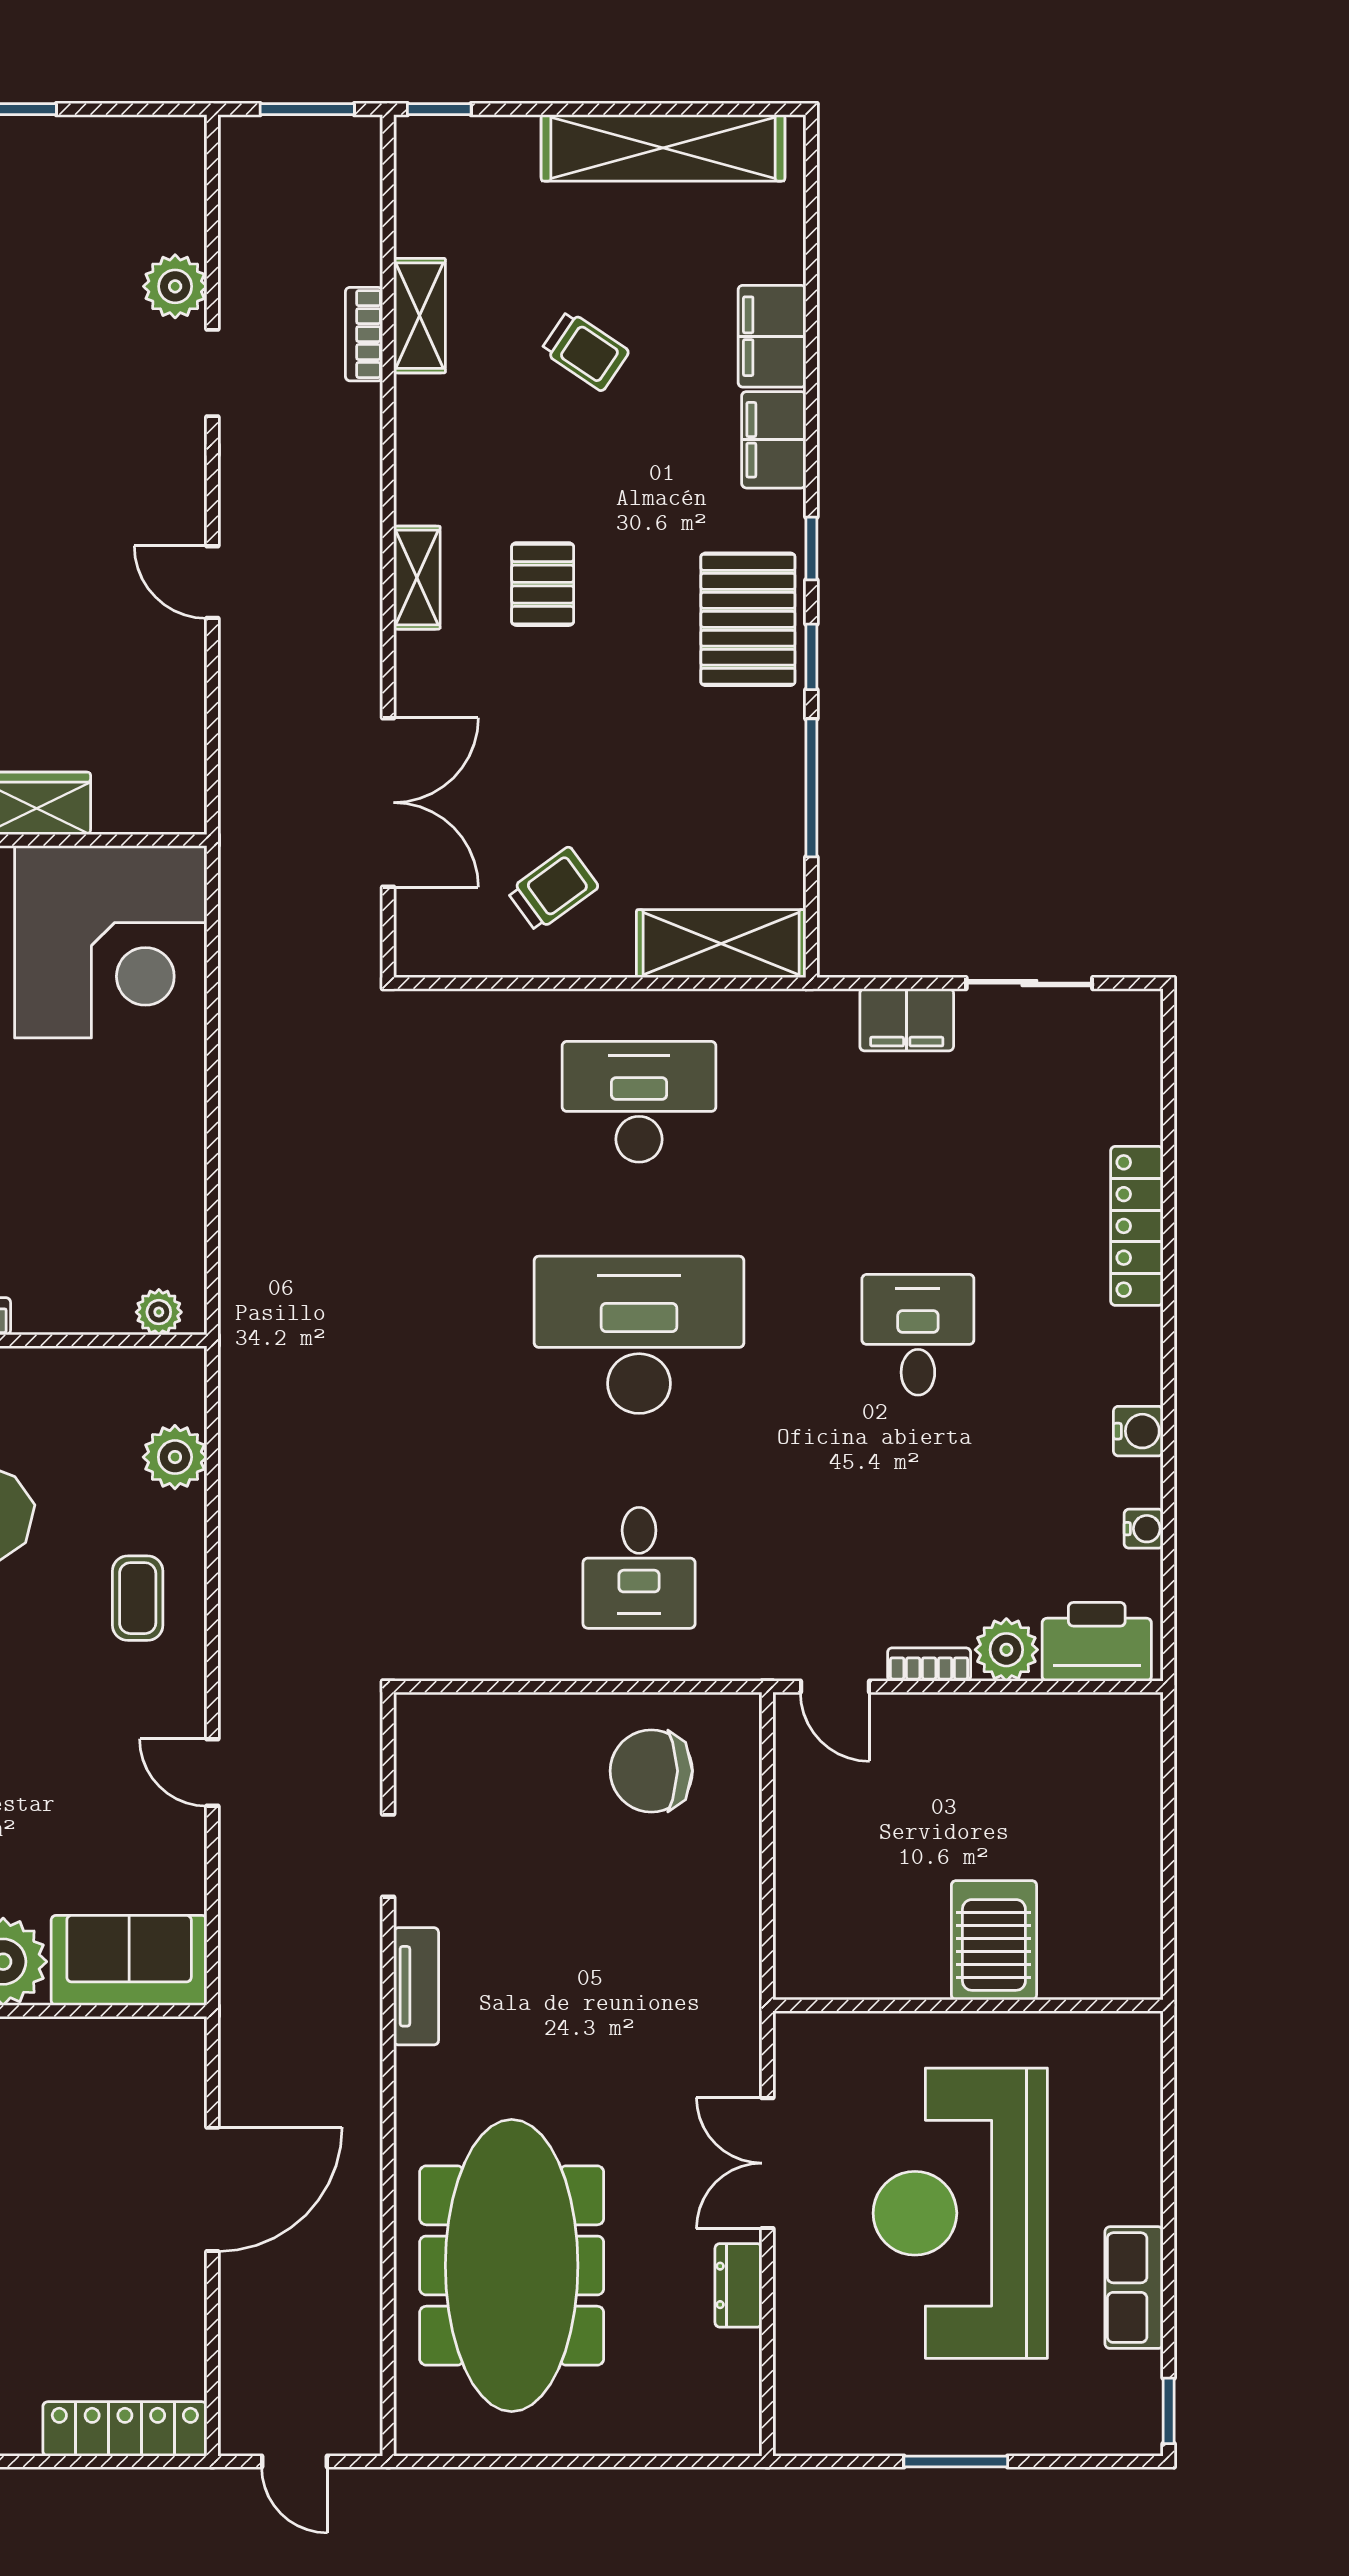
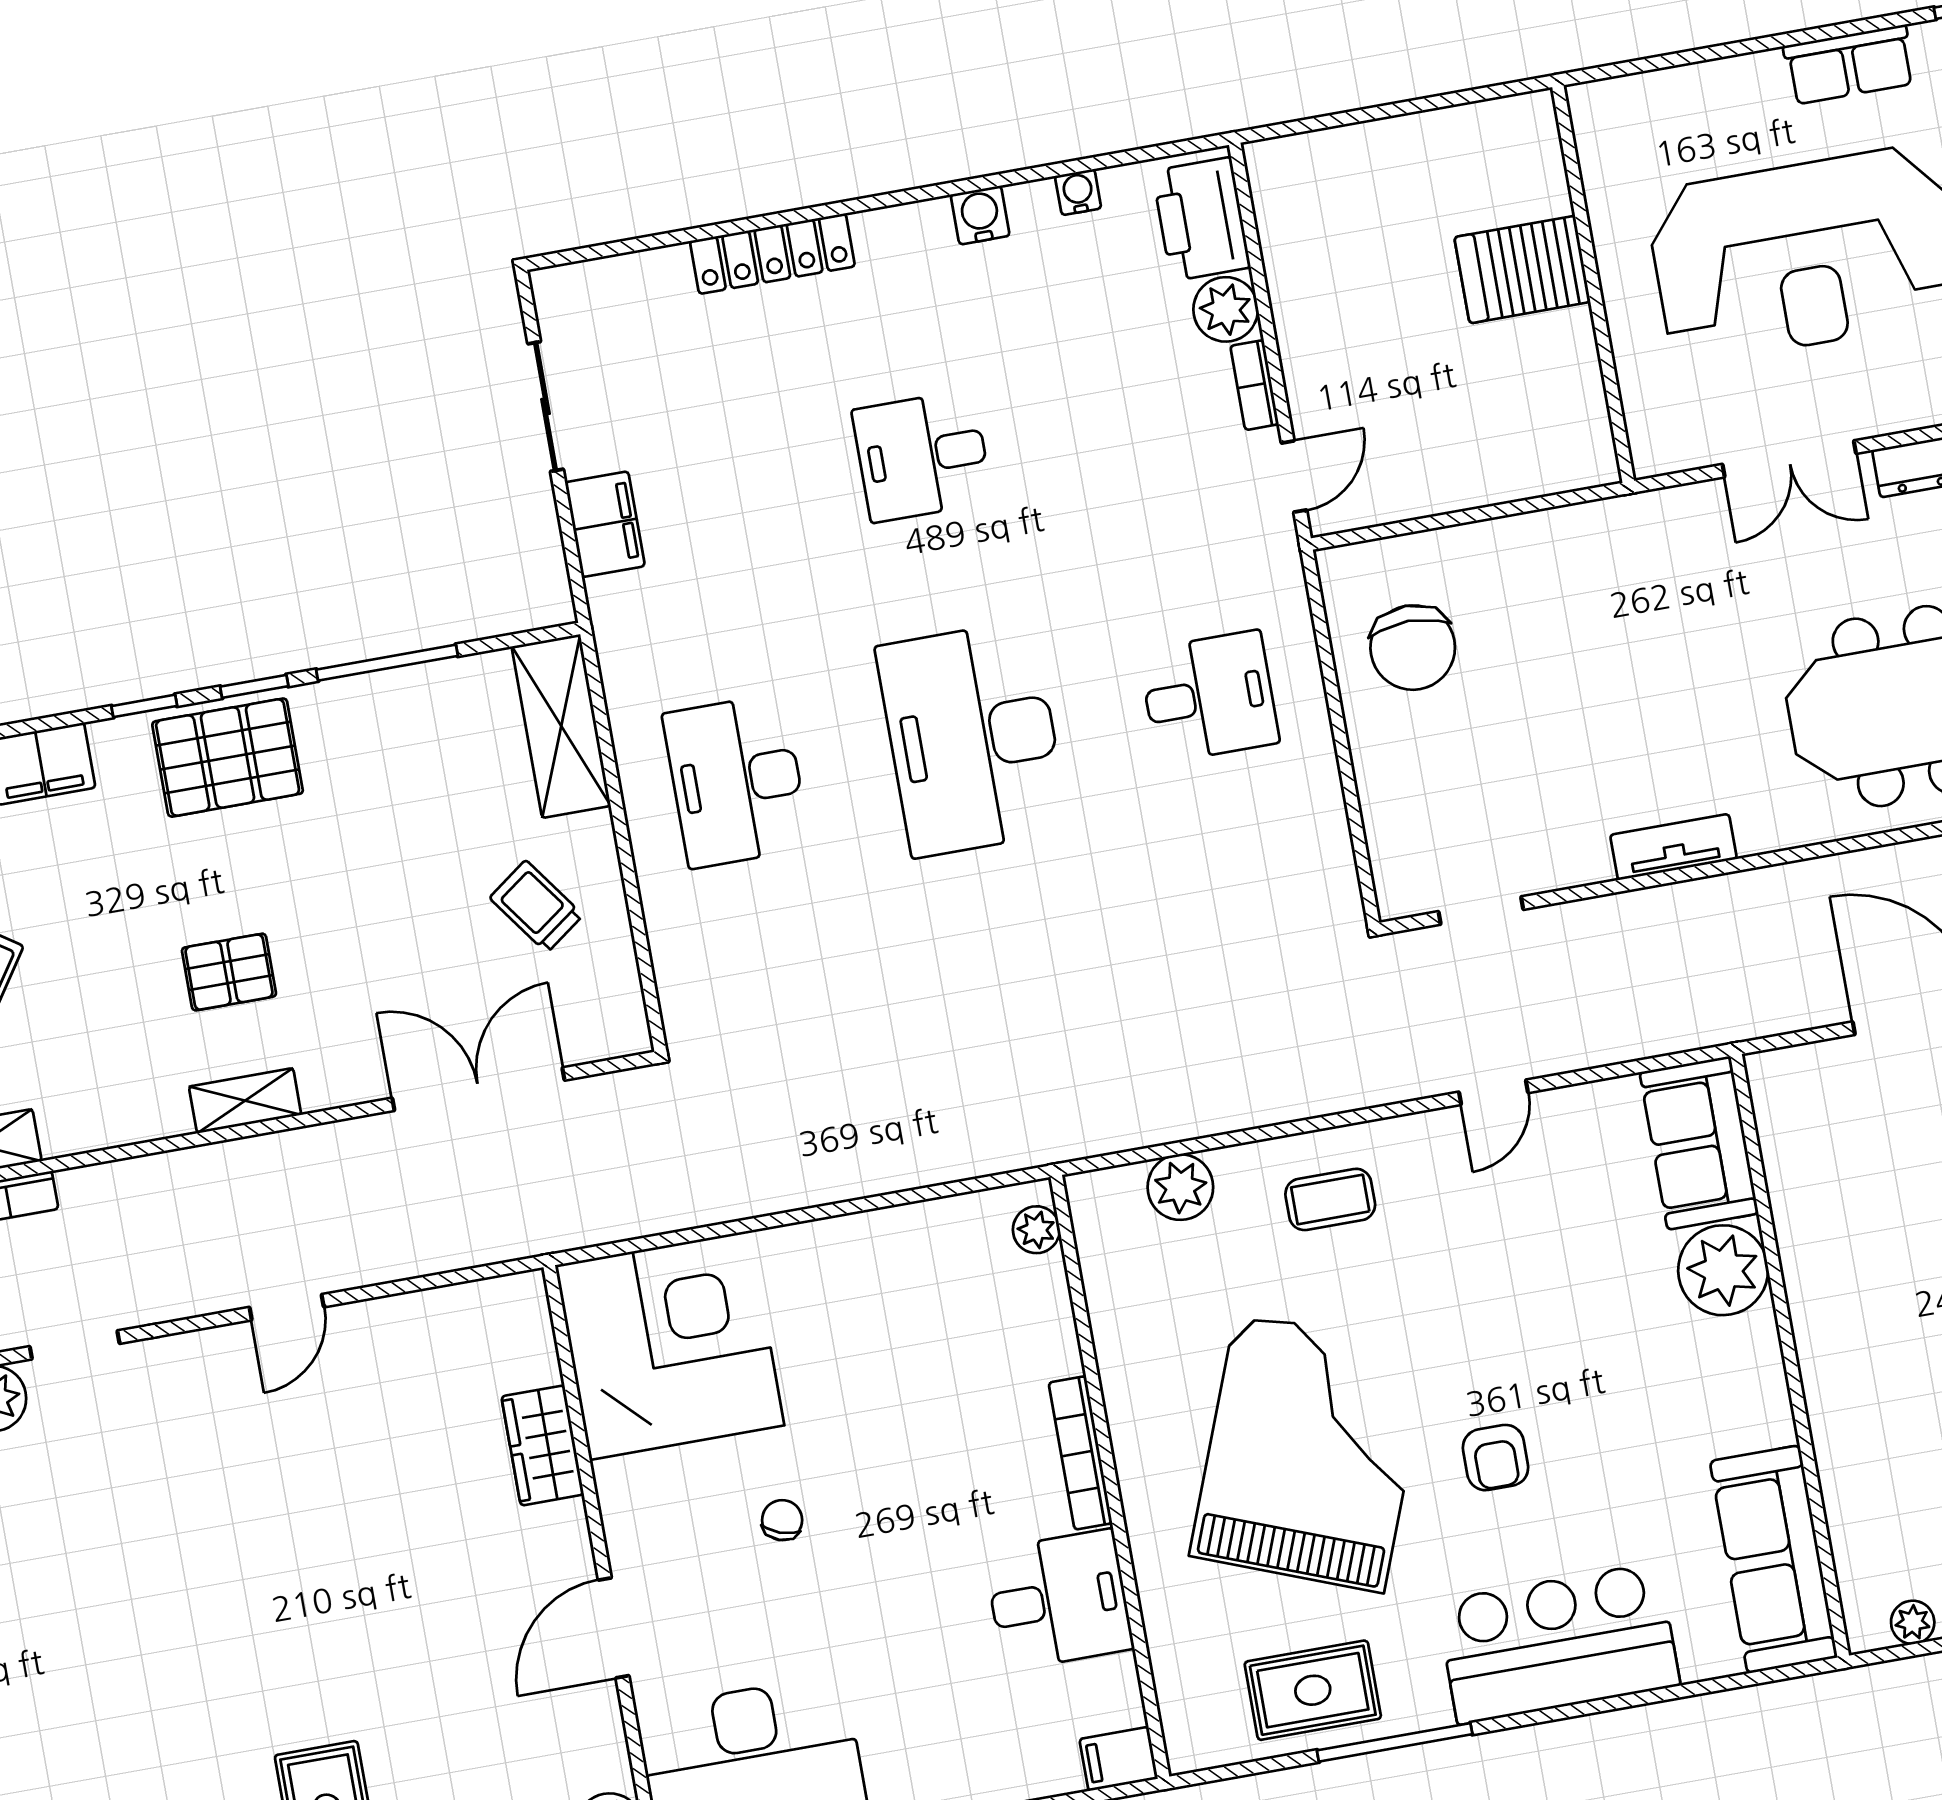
doorway: (388, 1856) -> (1481, 911), moved

